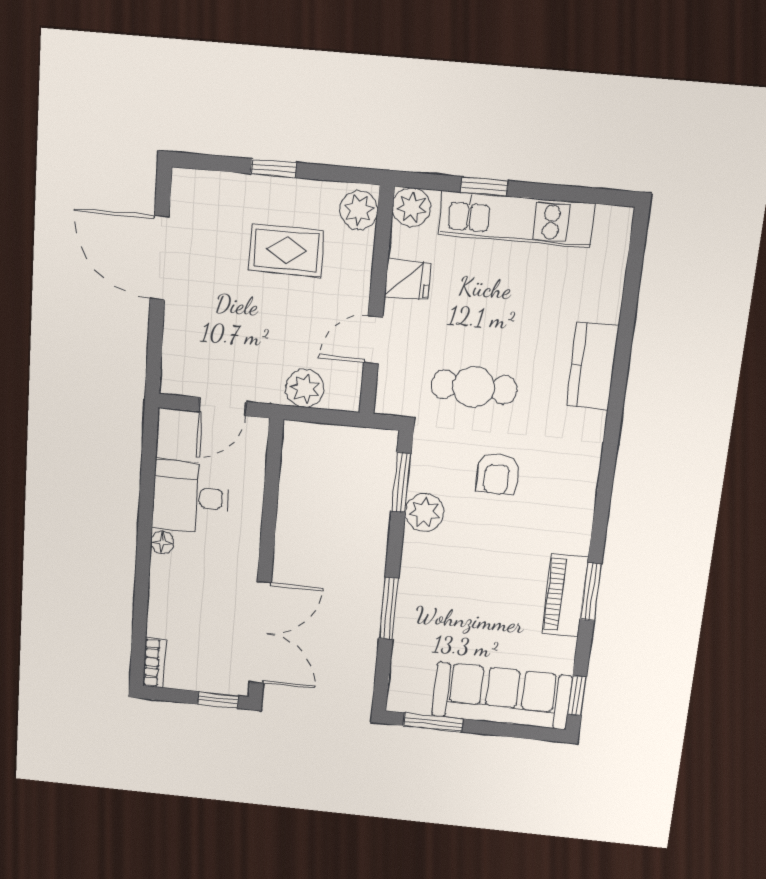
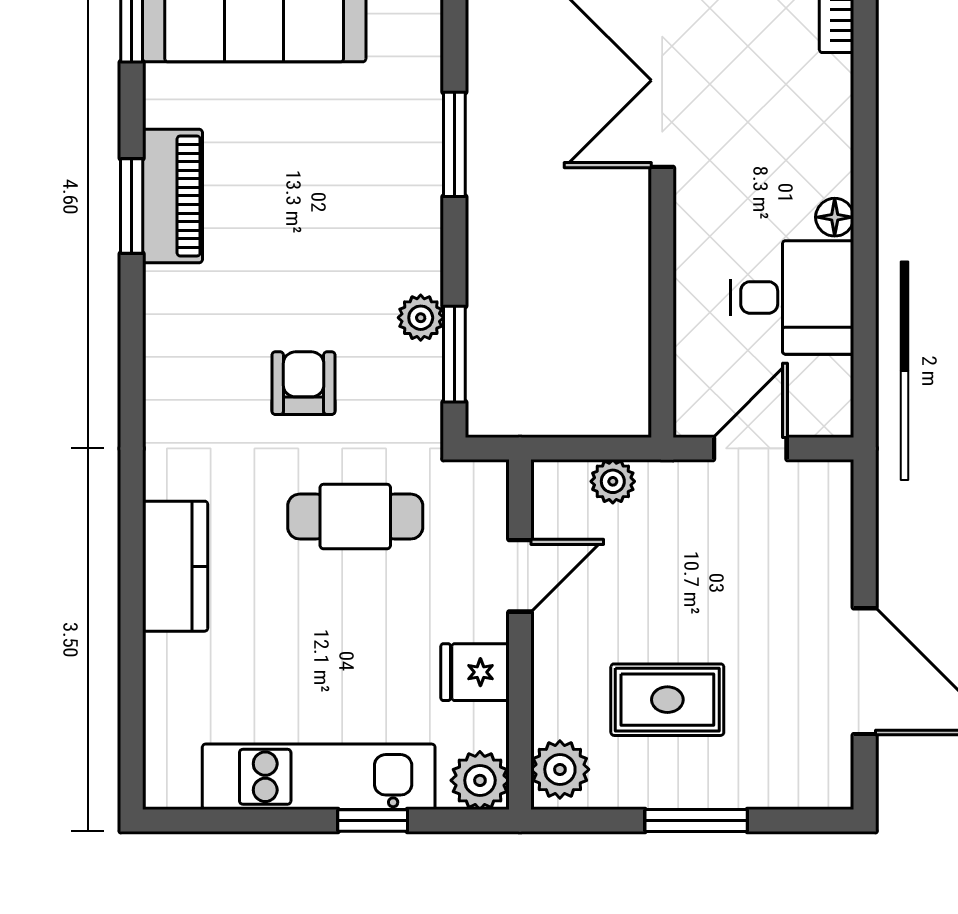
window: (274, 168) -> (696, 820), width x1.50
plant: (305, 388) -> (613, 481), width x0.73, depth x0.73
plant: (425, 512) -> (421, 318), width x0.73, depth x0.73

